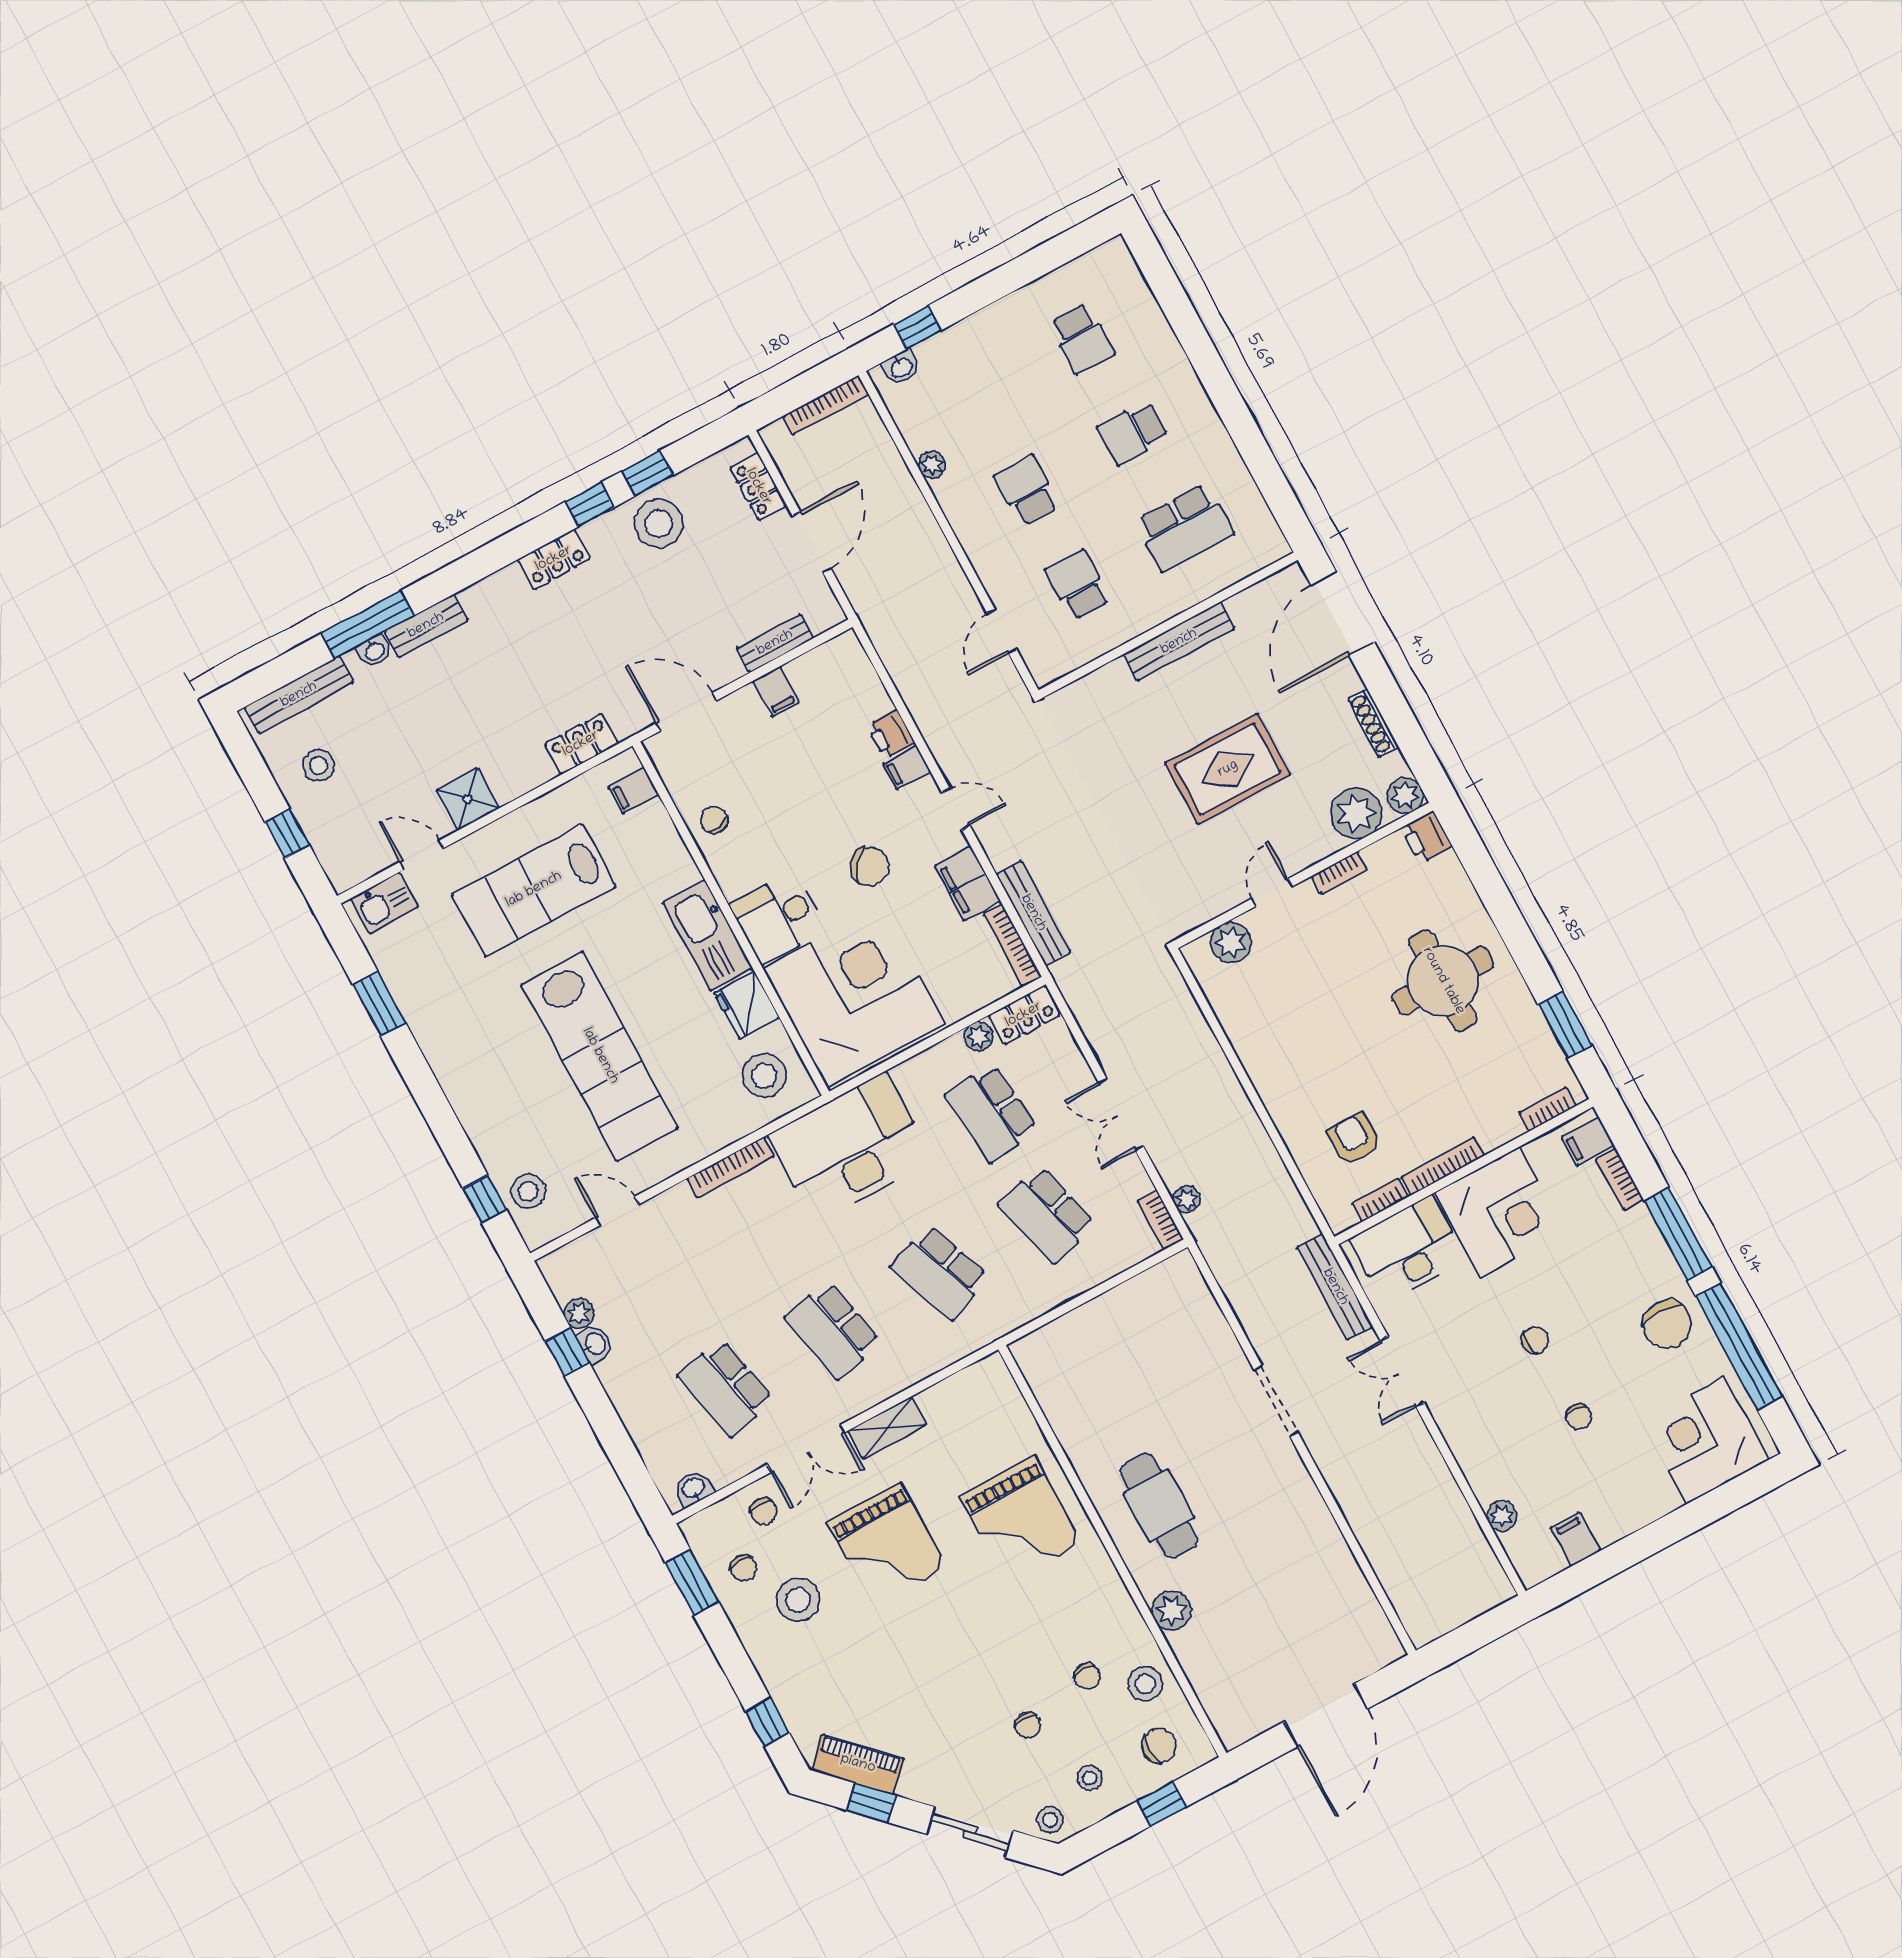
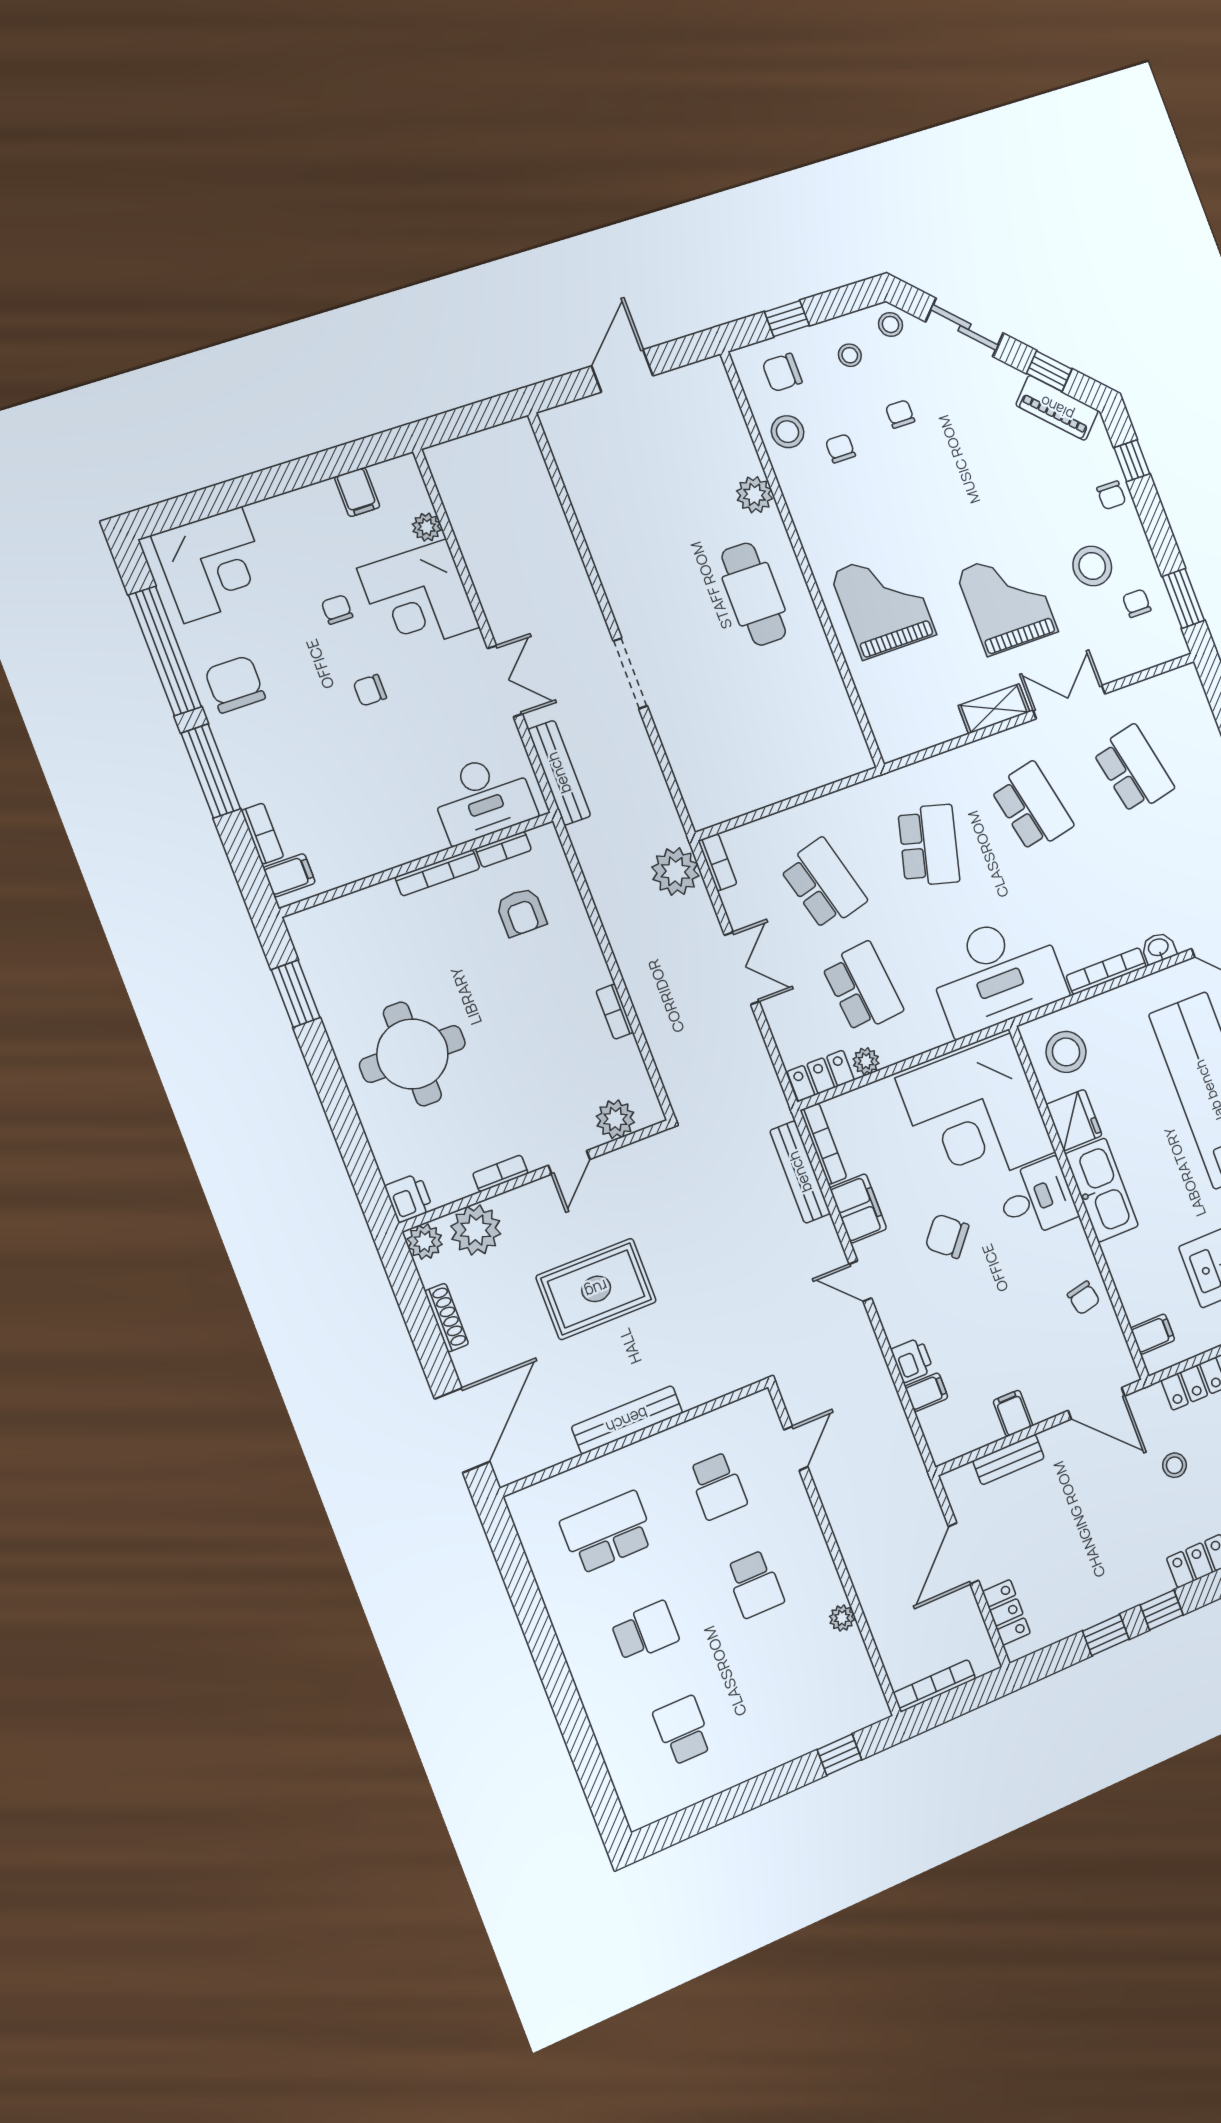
washbasin: (901, 367) -> (859, 1716), removed
stool: (659, 524) -> (1174, 1465), moved, width x0.53, depth x0.53
filing cabinet: (907, 768) -> (926, 1392), moved
bookcase: (1548, 1109) -> (615, 1012), moved, turned 90
plant: (1187, 1199) -> (675, 872), width x1.88, depth x1.88
corner desk: (1500, 1212) -> (418, 598), moved, turned -90
school desk: (940, 1272) -> (929, 845), turned 36
washbasin: (693, 1488) -> (1158, 948), moved, turned 180
chair: (764, 1511) -> (1111, 495), moved, turned 180
door: (1326, 1715) -> (622, 371), width x0.73

